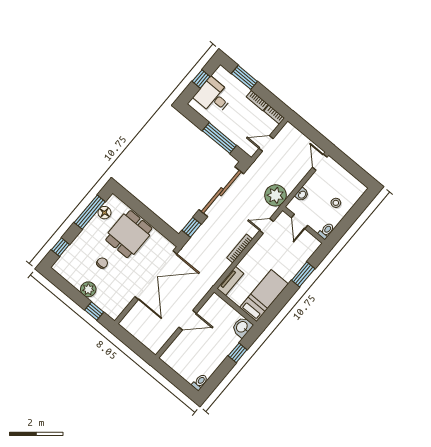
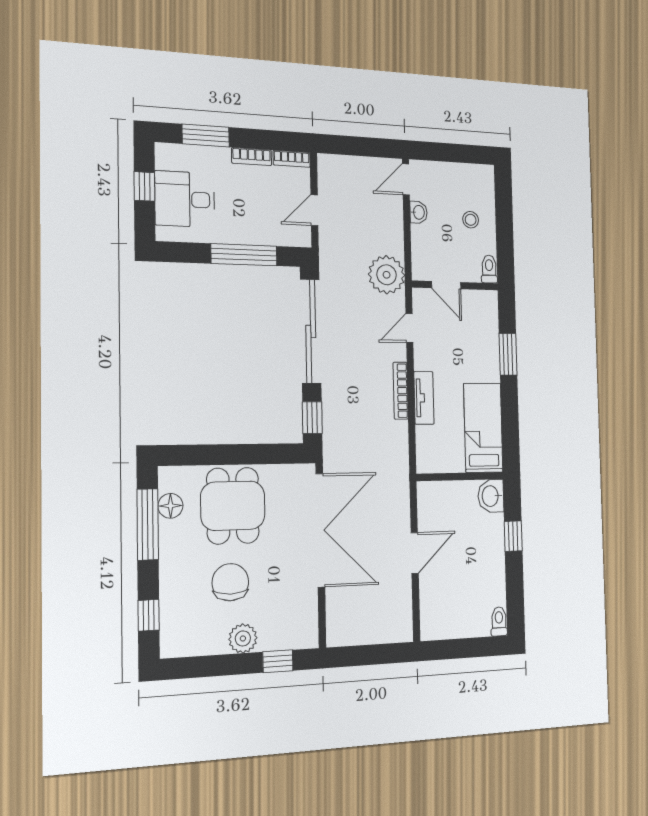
door: (320, 162) -> (406, 179), hinge flipped
washbasin: (302, 194) -> (418, 212), moved
chair: (102, 263) -> (230, 582), width x1.87, depth x1.87
tv unit: (230, 281) -> (424, 398), moved

